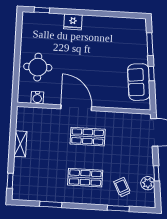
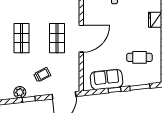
cafe table: (115, 43) -> (139, 57), added
door: (76, 108) -> (81, 39), moved
trolley: (122, 187) -> (42, 75), moved

